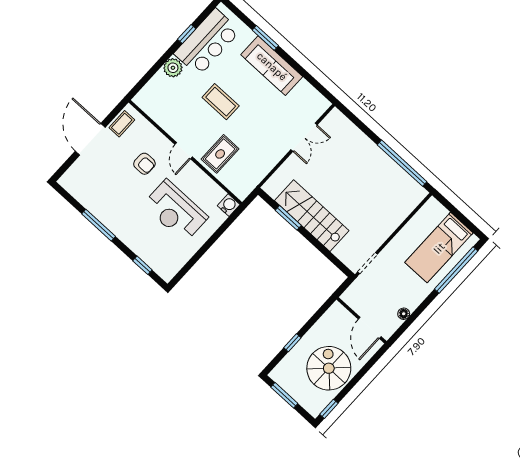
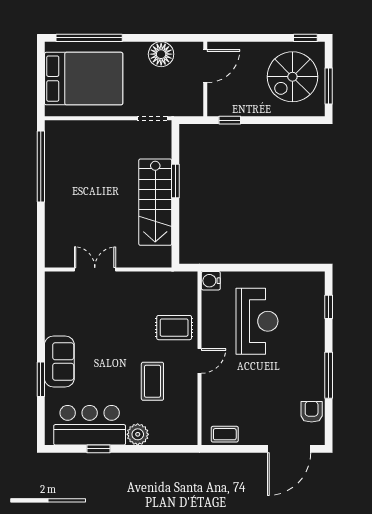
sofa: (272, 66) -> (59, 362), width x0.73
coffee table: (221, 102) -> (152, 381), moved
door: (90, 139) -> (289, 449), moved
armchair: (144, 164) -> (312, 412), moved
window: (288, 218) -> (175, 181), moved
bed: (439, 248) -> (84, 79), width x1.50
floor lamp: (404, 314) -> (161, 54), width x1.89, depth x1.89
window: (292, 343) -> (230, 120), moved
spiral stairs: (329, 368) -> (292, 77), moved

